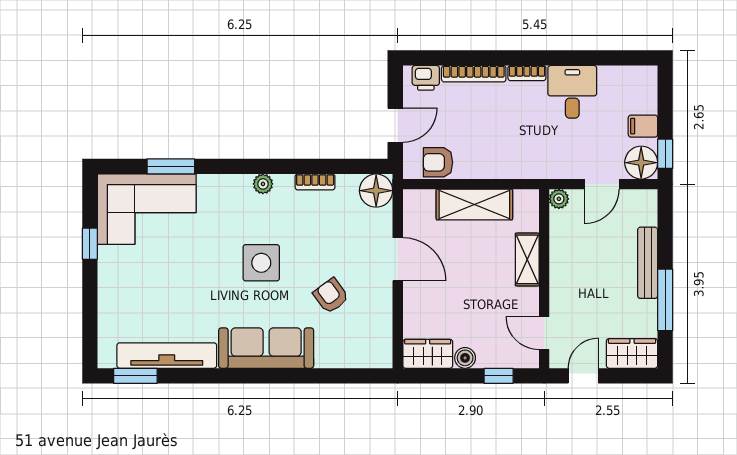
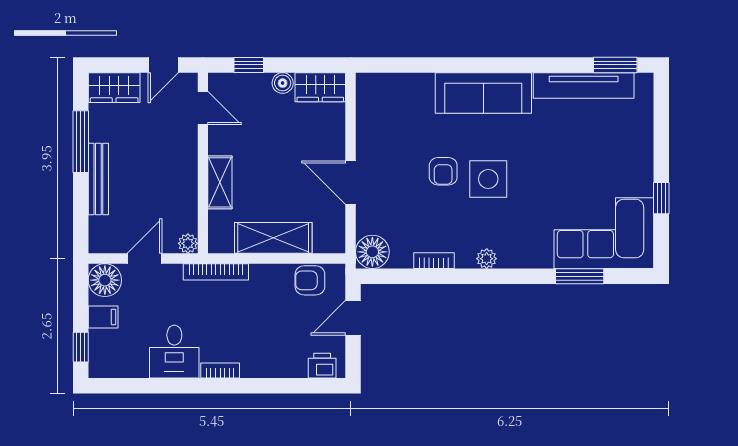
bookcase: (474, 74) -> (216, 272), moved, turned 180
window: (665, 154) -> (81, 347), moved
armchair: (438, 162) -> (310, 280), turned 180
armchair: (331, 296) -> (443, 171), moved, turned 36

